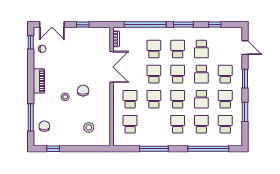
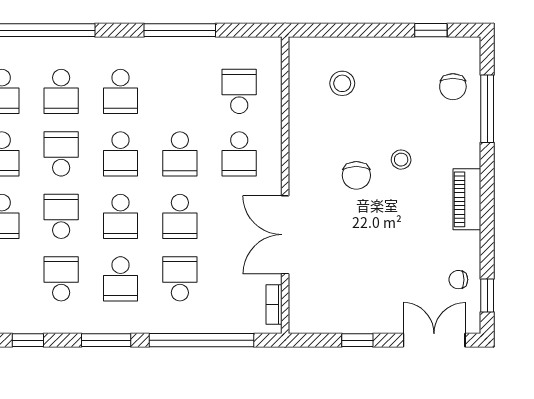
school desk: (154, 49) -> (180, 279), turned 180
school desk: (130, 124) -> (239, 91), turned 180

